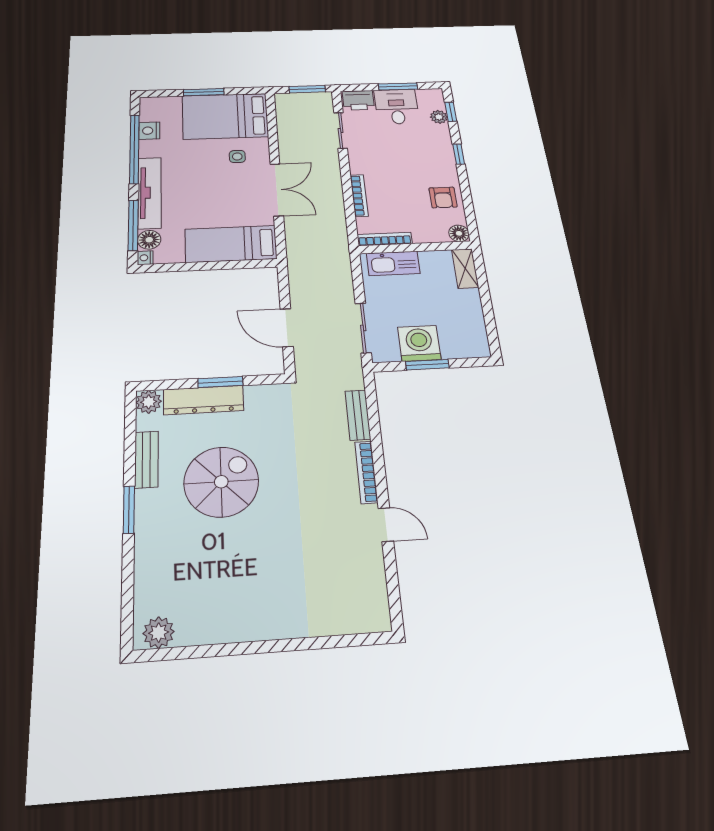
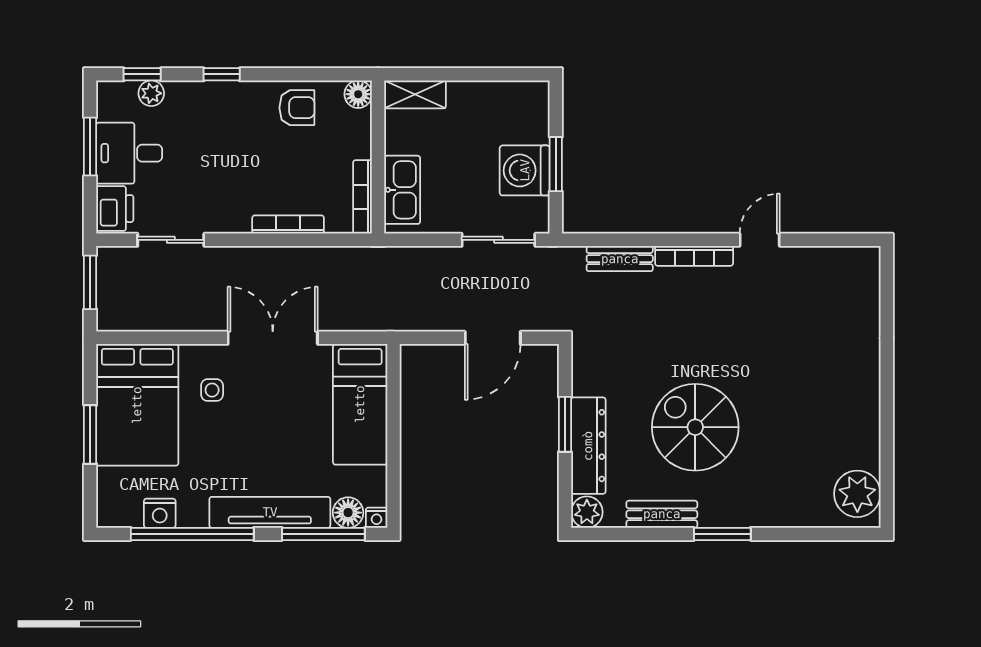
plant: (159, 633) -> (857, 494), width x1.36, depth x1.36

